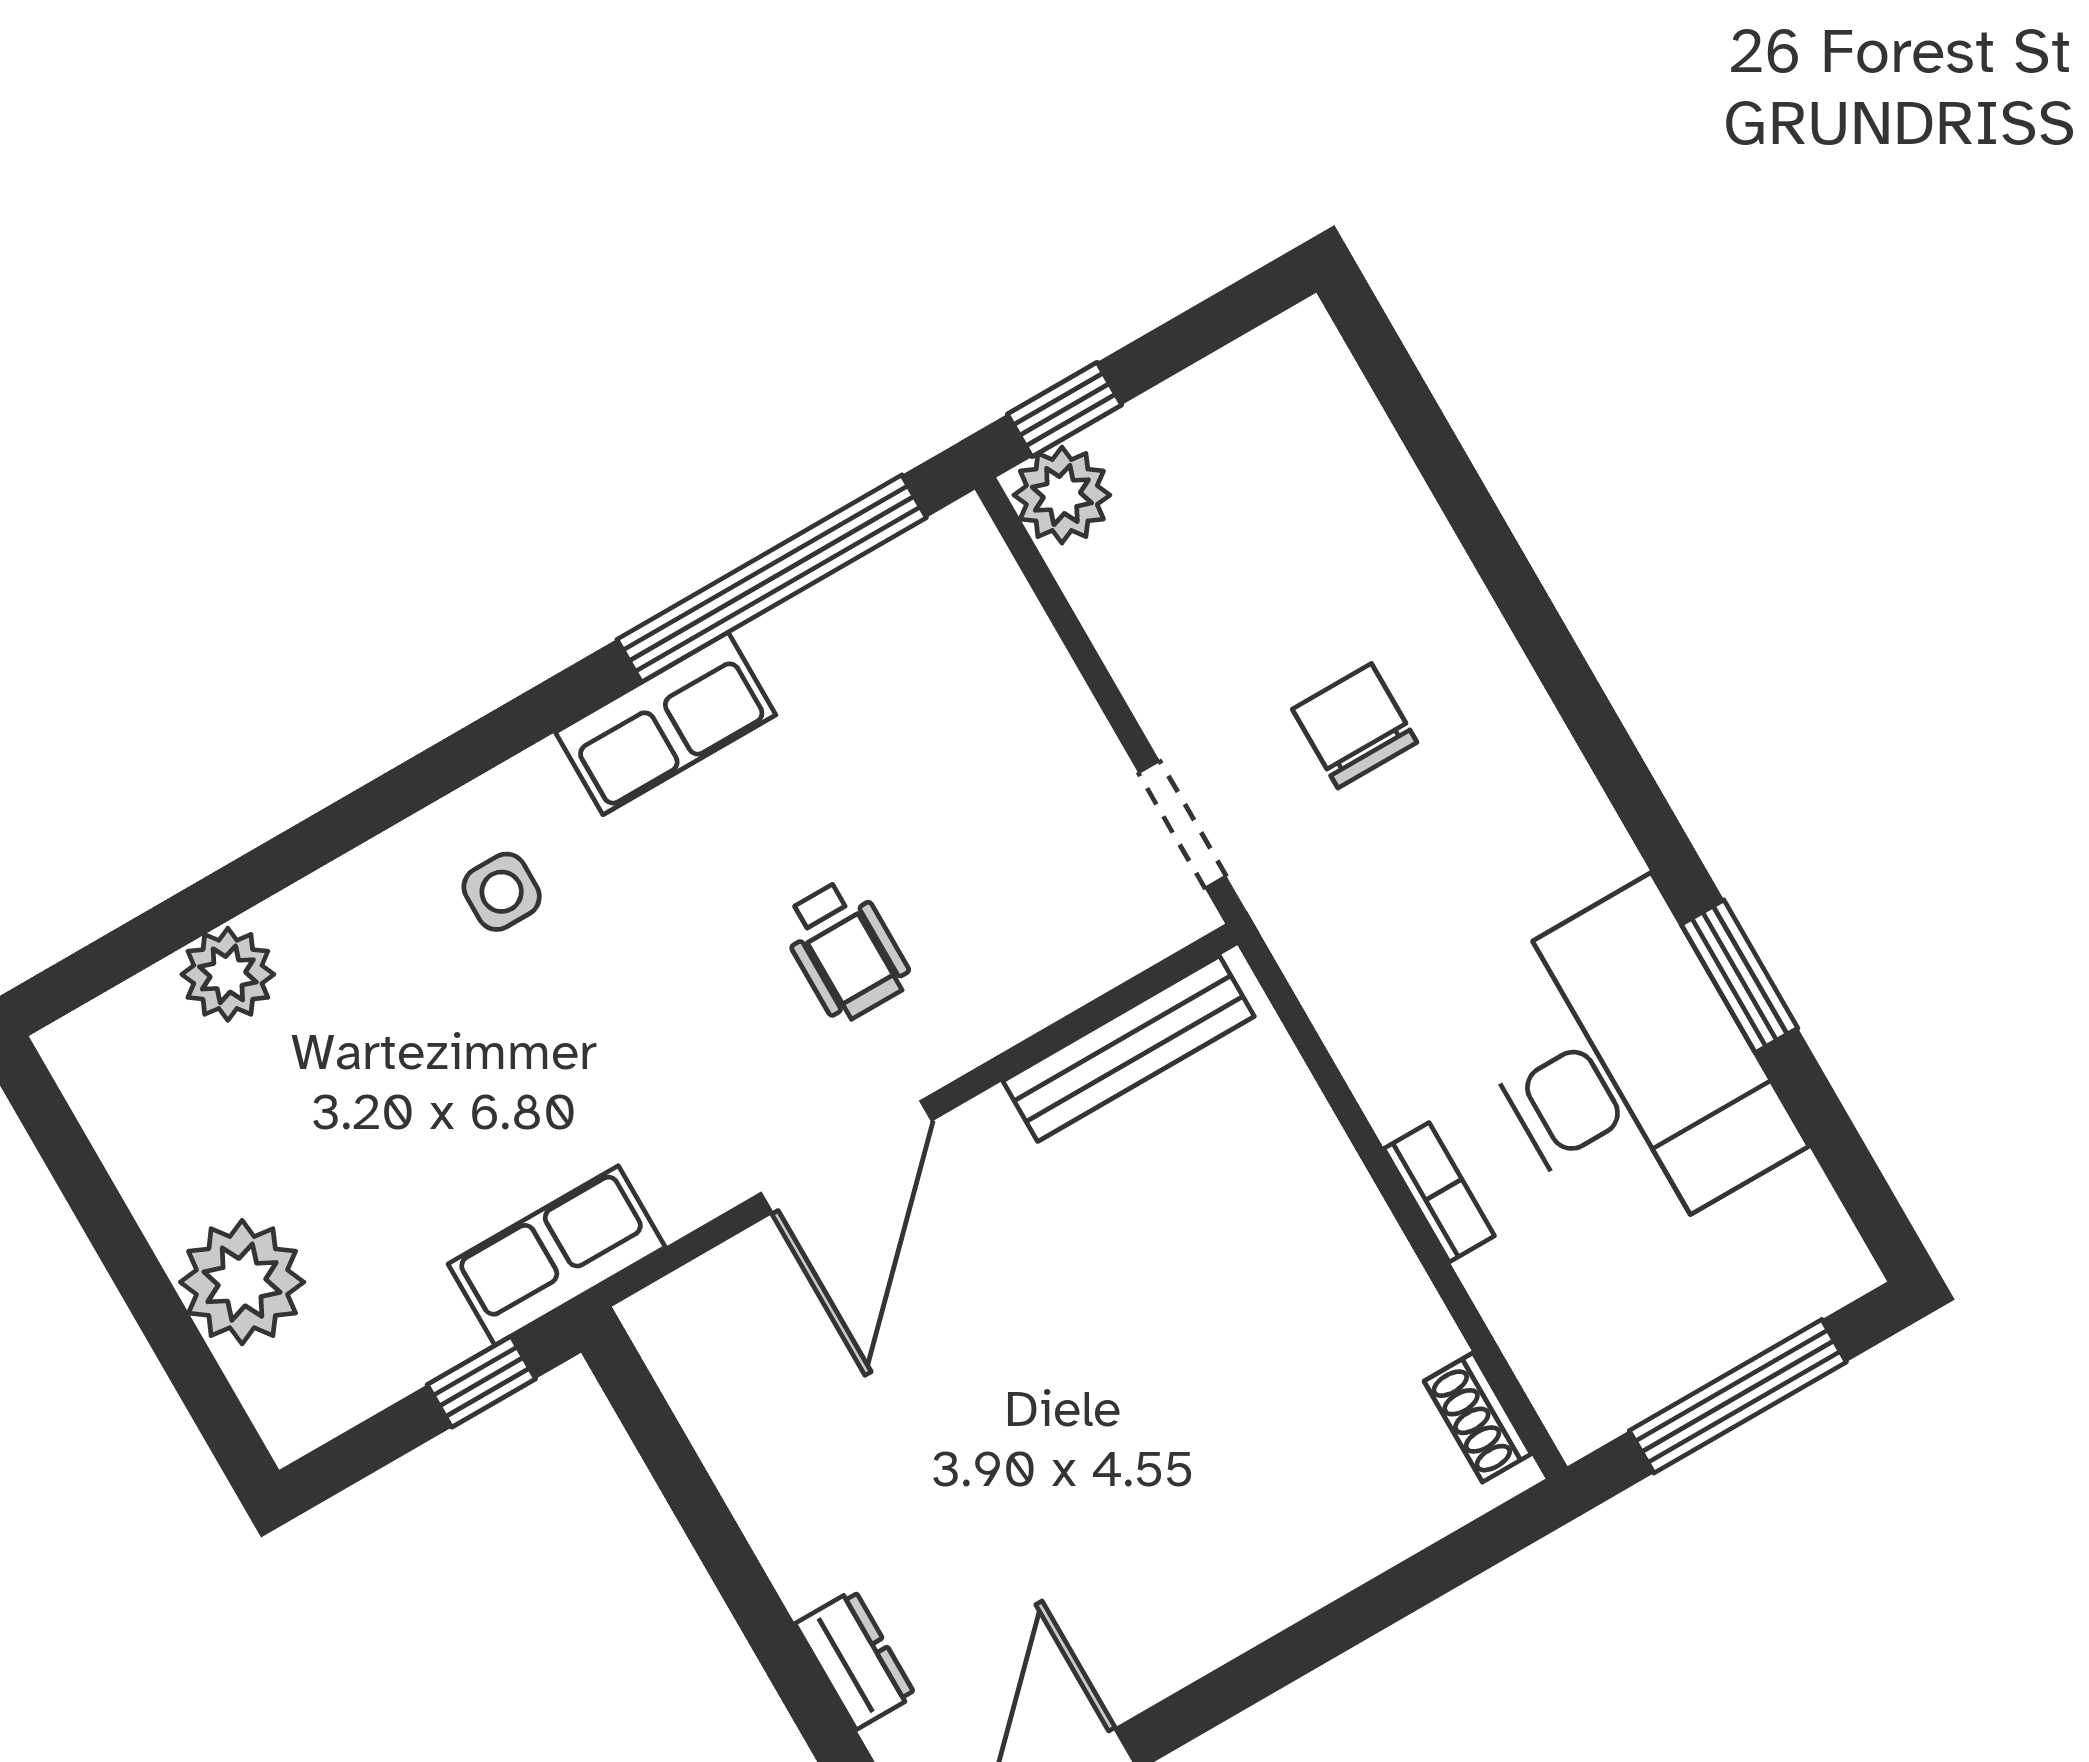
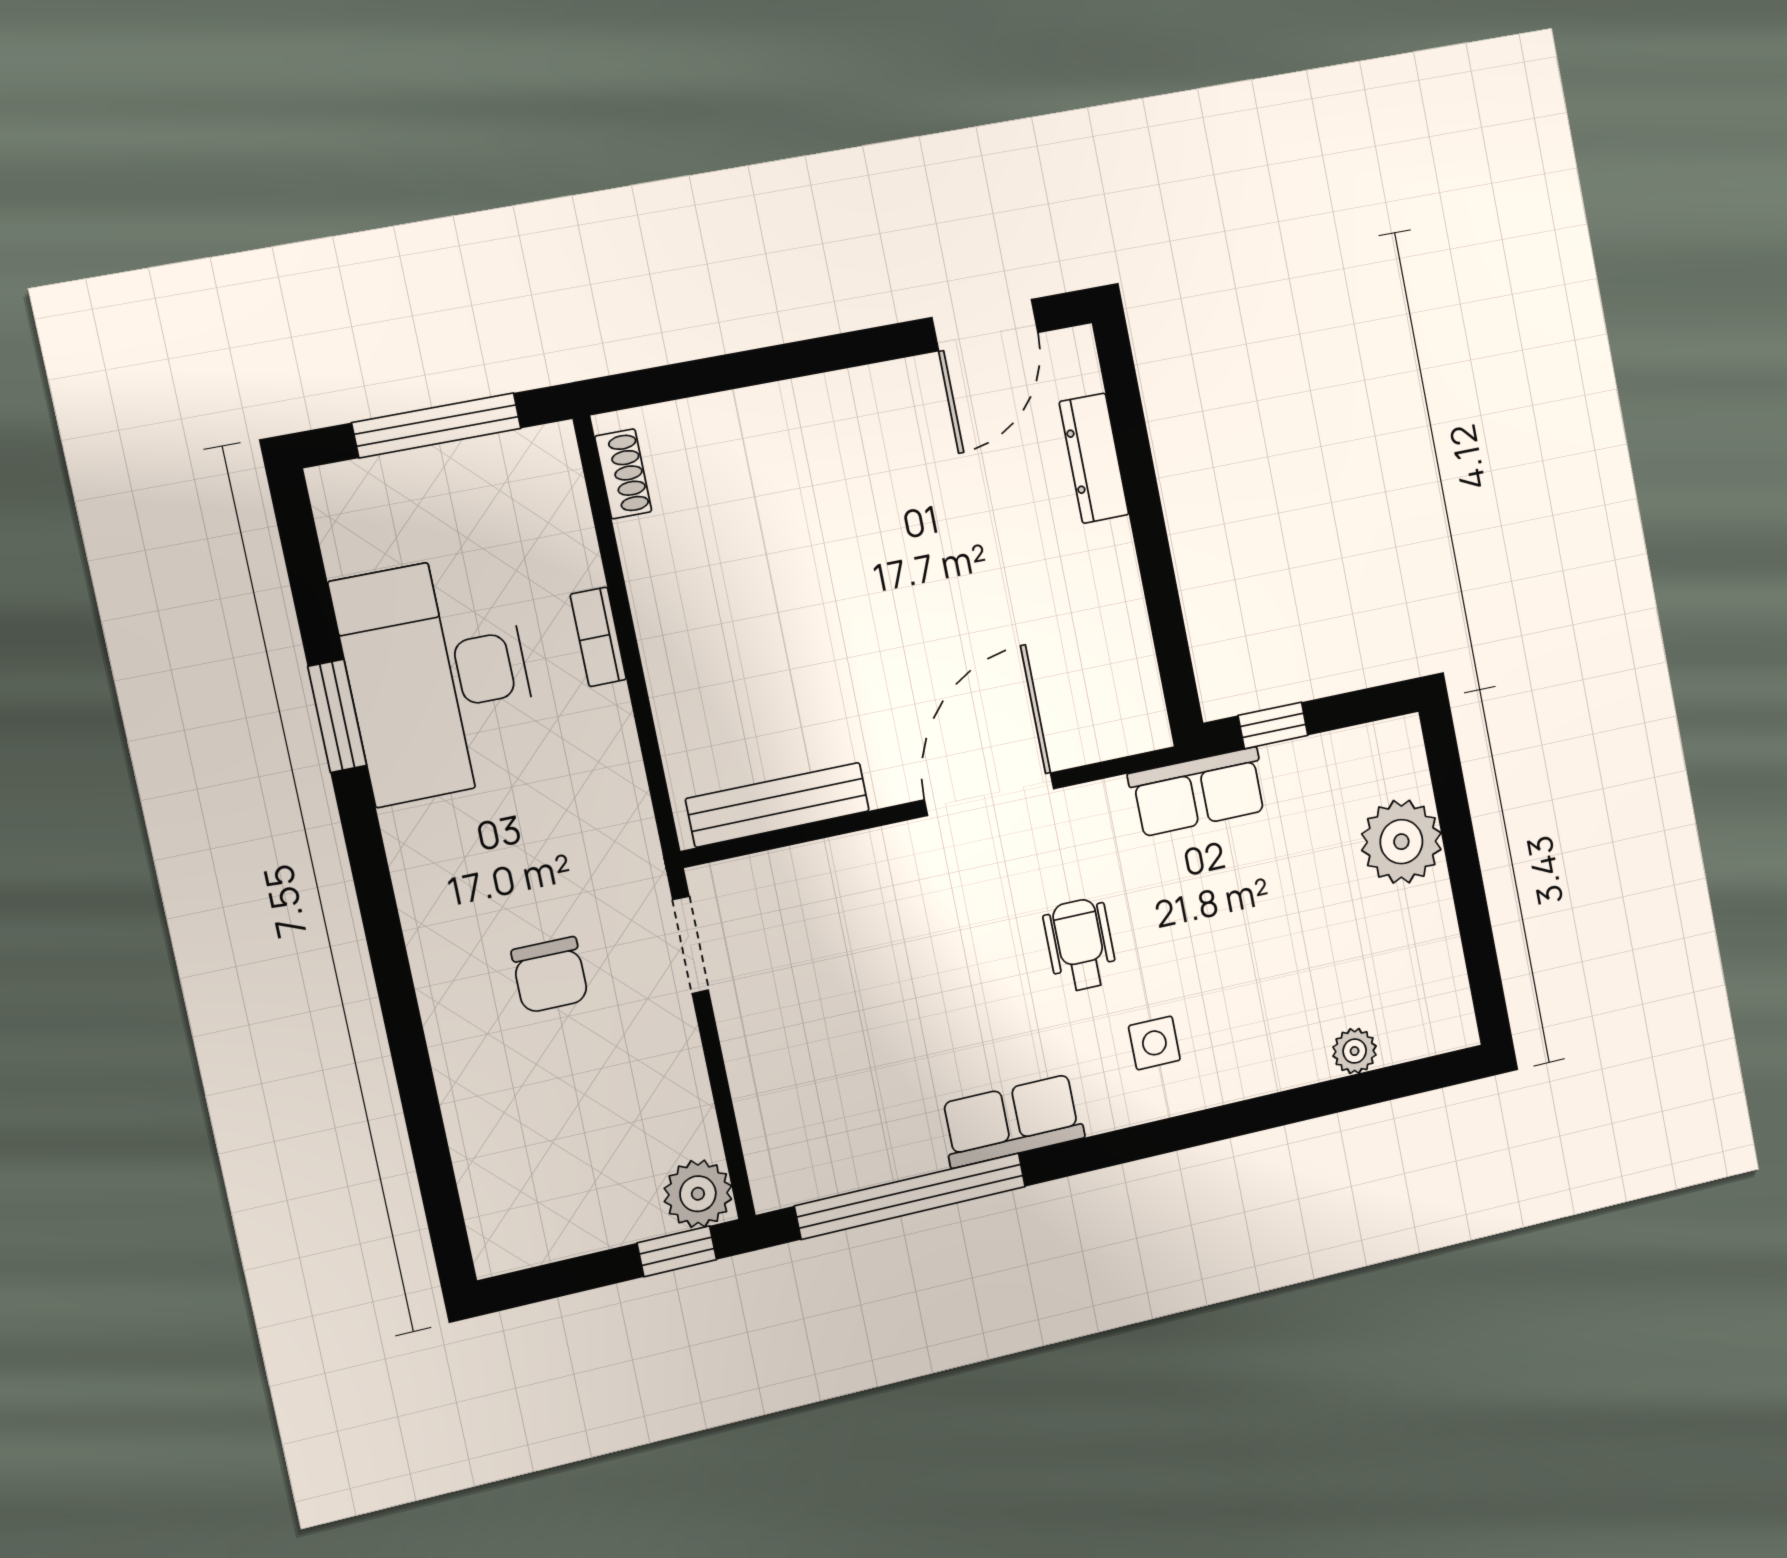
wheelchair: (845, 950) -> (1080, 945), moved
plant: (228, 974) -> (1355, 1051), width x0.73, depth x0.73
dresser: (855, 1660) -> (1094, 458), width x1.44

